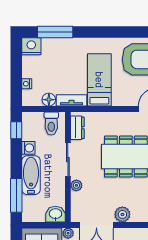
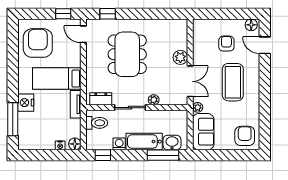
nightstand: (31, 46) -> (26, 103), moved
floor lamp: (49, 100) -> (75, 144), moved
washbasin: (55, 214) -> (172, 143), moved, turned 90

